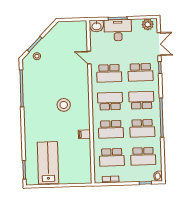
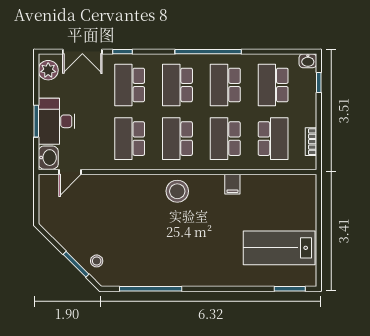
double door: (159, 44) -> (82, 52), swing flipped
door: (89, 58) -> (70, 172), moved
school desk: (141, 72) -> (130, 85), turned 180
school desk: (109, 73) -> (130, 139), turned 180
stool: (64, 105) -> (177, 191), moved
school desk: (142, 128) -> (225, 85), turned 180
school desk: (111, 129) -> (225, 139), turned 180
school desk: (143, 156) -> (273, 85), turned 180

